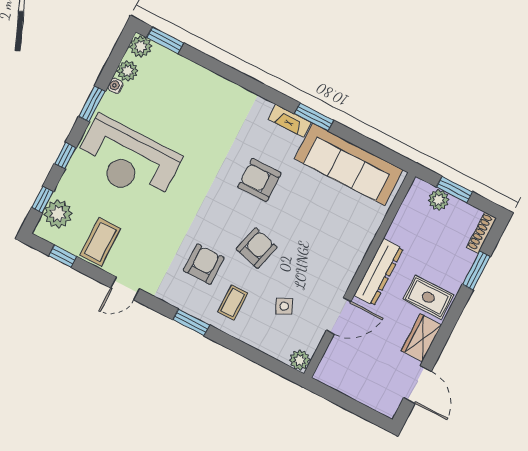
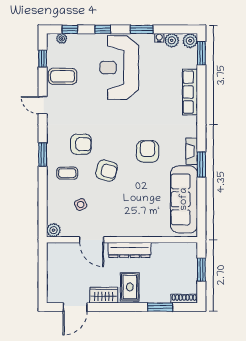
row of seats: (209, 82) -> (190, 92), added
plant: (439, 200) -> (190, 263), removed
plant: (58, 214) -> (62, 38), width x0.53, depth x0.53

